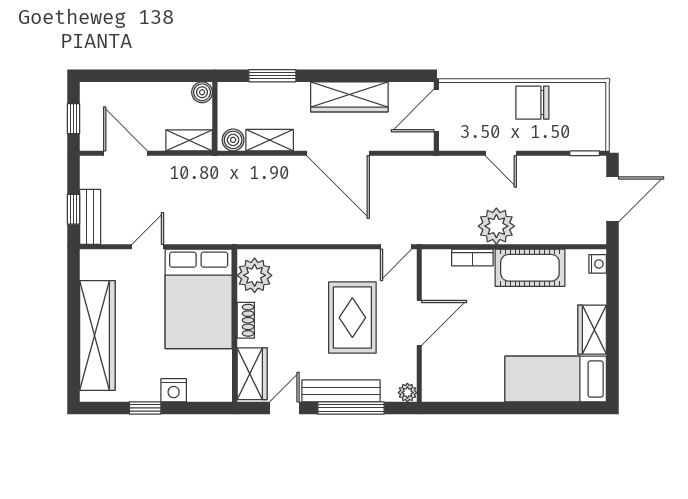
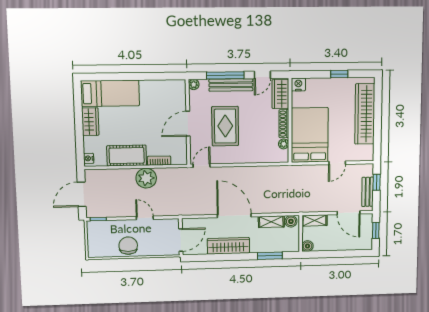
chair: (532, 103) -> (128, 246), turned -90
bench: (90, 217) -> (368, 192), moved
plant: (255, 275) -> (284, 144), width x0.53, depth x0.53
shoe rack: (246, 320) -> (284, 124), width x1.43
nightstand: (174, 390) -> (298, 84), moved

